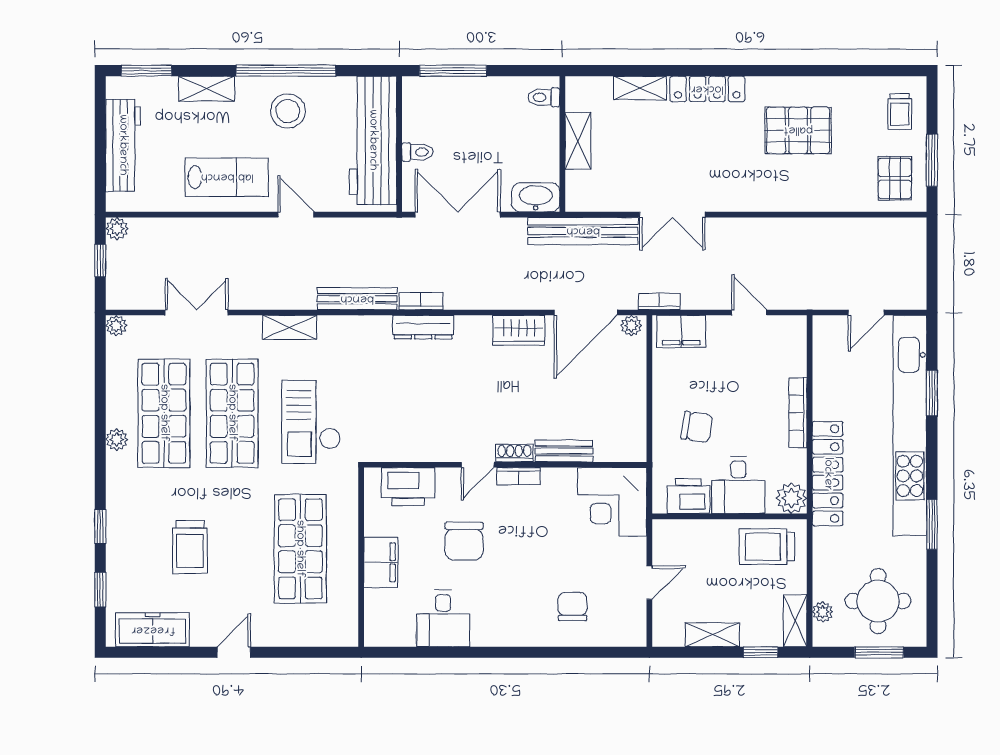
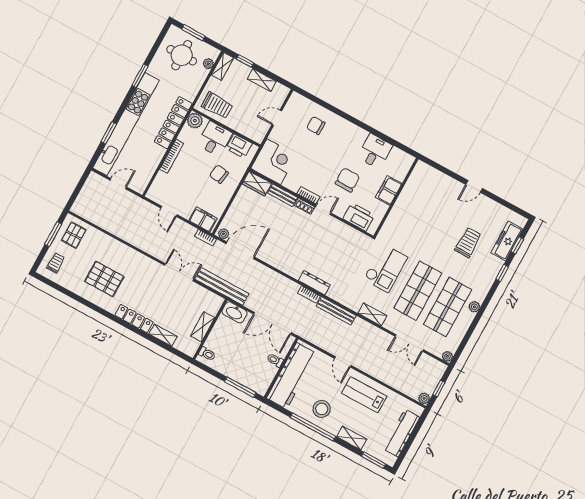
wardrobe: (519, 330) -> (257, 184), moved, turned 180
shop shelf: (300, 549) -> (420, 216), removed
chair: (573, 607) -> (316, 126), turned 90
freezer: (153, 630) -> (507, 241), moved, turned 90

